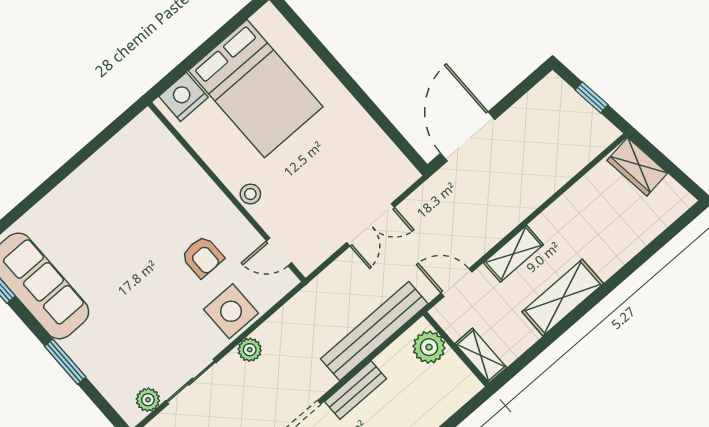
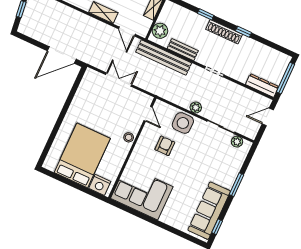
corner sofa: (132, 172) -> (142, 193), added
bench: (356, 390) -> (183, 50), moved

